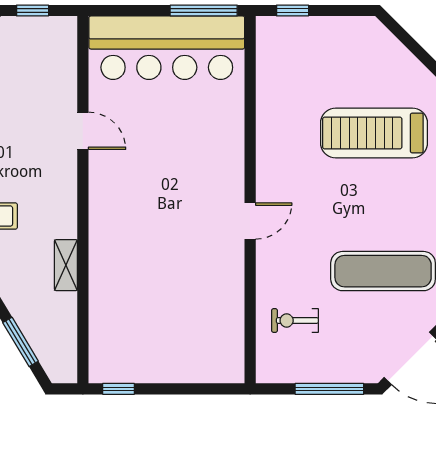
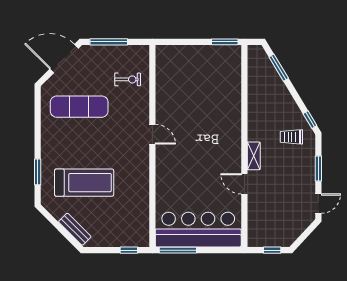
bench: (391, 48) -> (75, 229), added
door: (250, 221) -> (152, 134), swing flipped
shelving: (66, 265) -> (254, 156), moved
window: (118, 389) -> (225, 42), width x1.50

